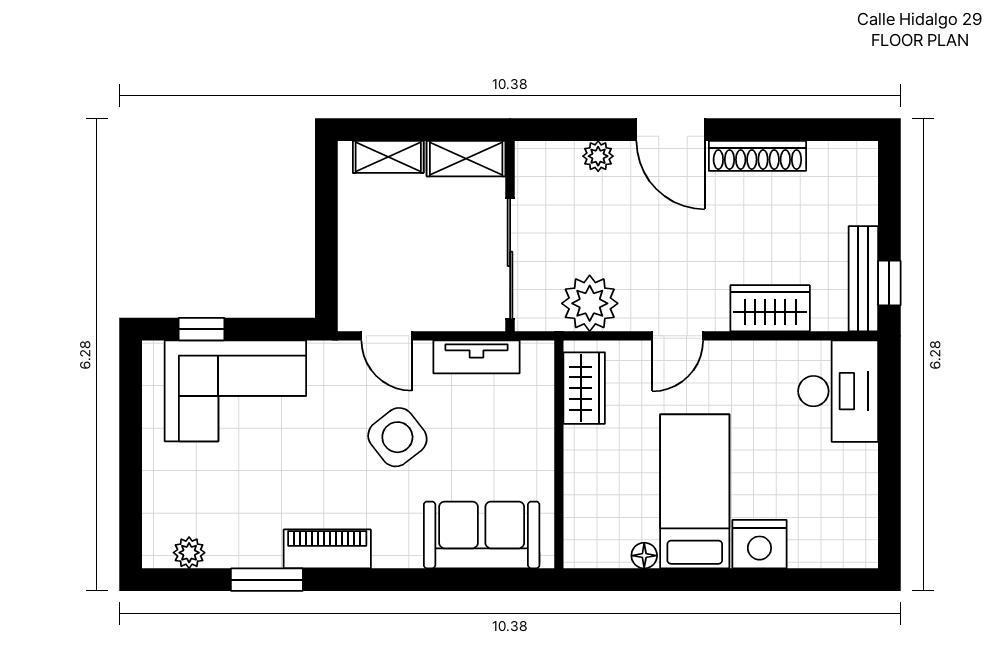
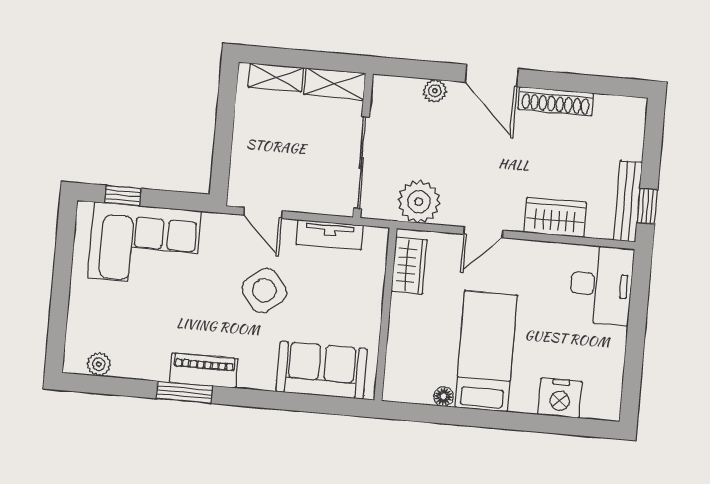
nightstand: (759, 544) -> (560, 398), moved
window: (267, 580) -> (184, 392), moved

